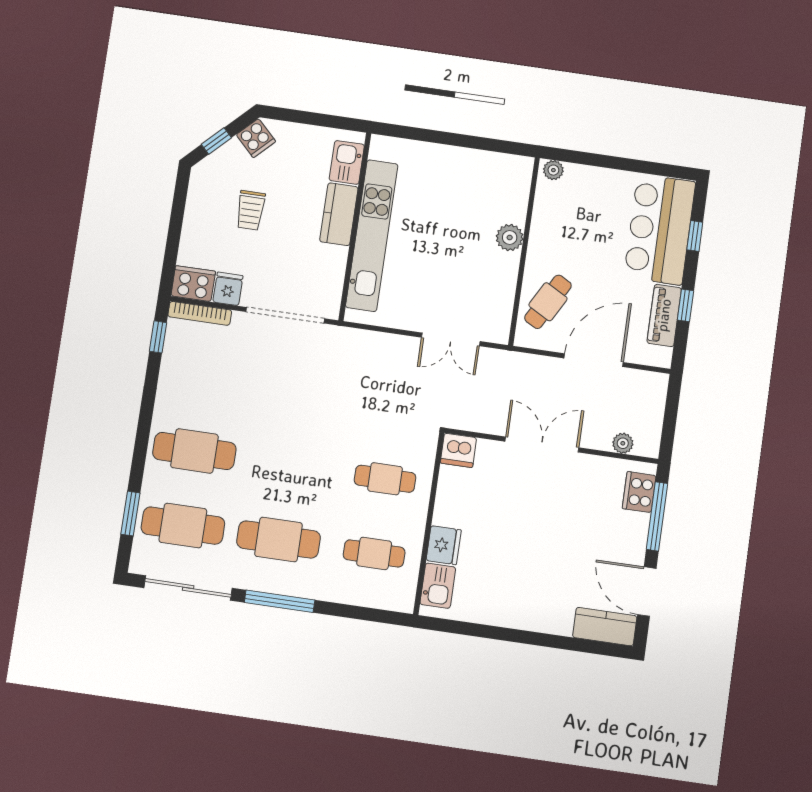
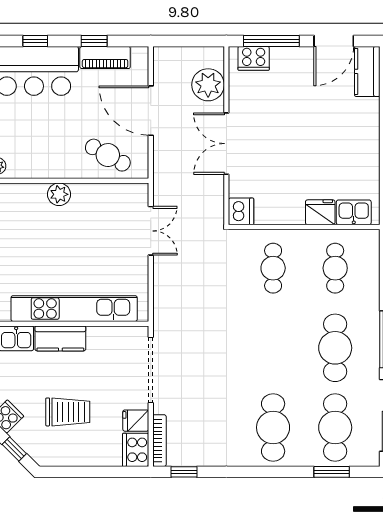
trolley: (250, 210) -> (68, 412), width x1.36, depth x1.39
plant: (623, 443) -> (208, 85), width x1.87, depth x1.87

